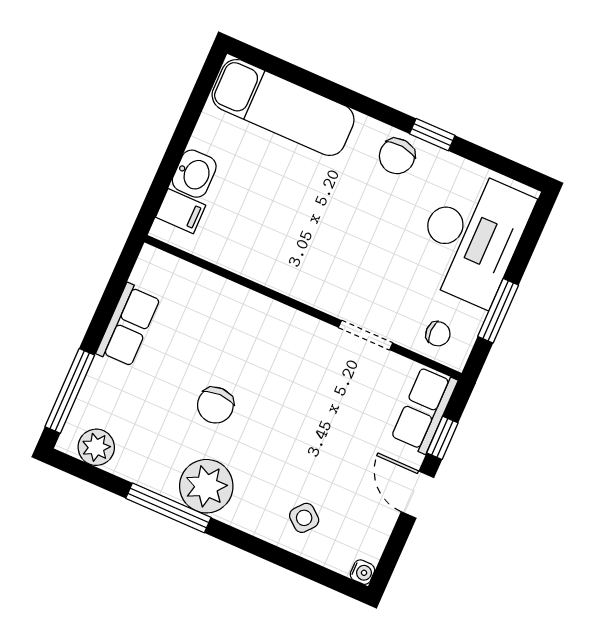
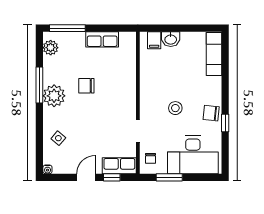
exam couch: (283, 107) -> (214, 54), width x0.73, depth x0.69
stool: (351, 230) -> (175, 108), added

